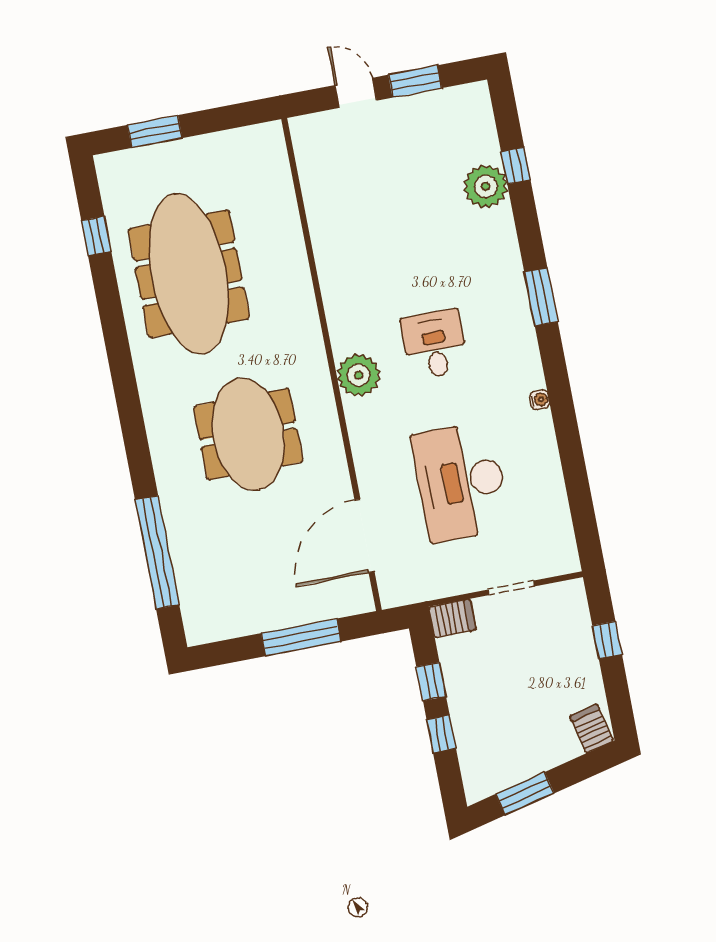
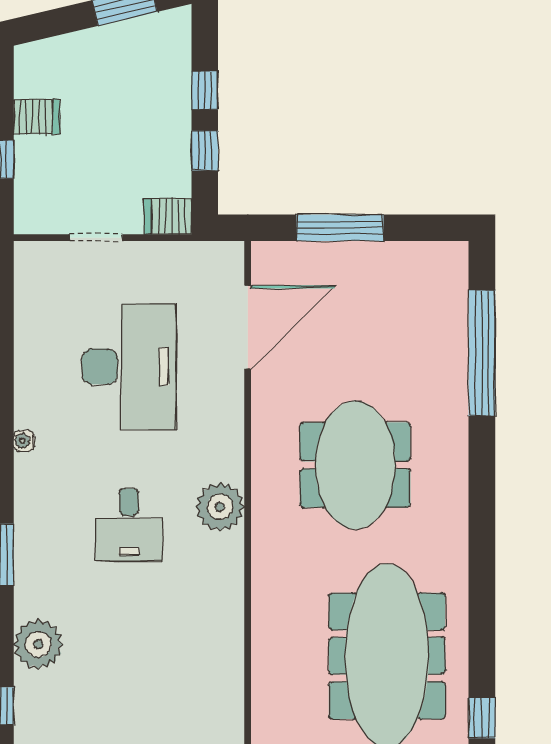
plant: (486, 186) -> (38, 644), moved
server rack: (592, 729) -> (37, 117), moved, turned -77

